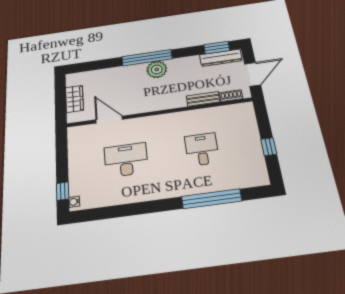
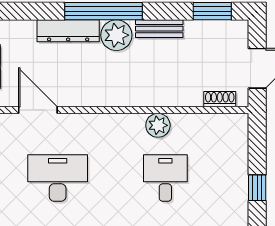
dresser: (221, 58) -> (68, 31), moved
bench: (203, 99) -> (159, 29), moved
plant: (192, 117) -> (158, 125), added

